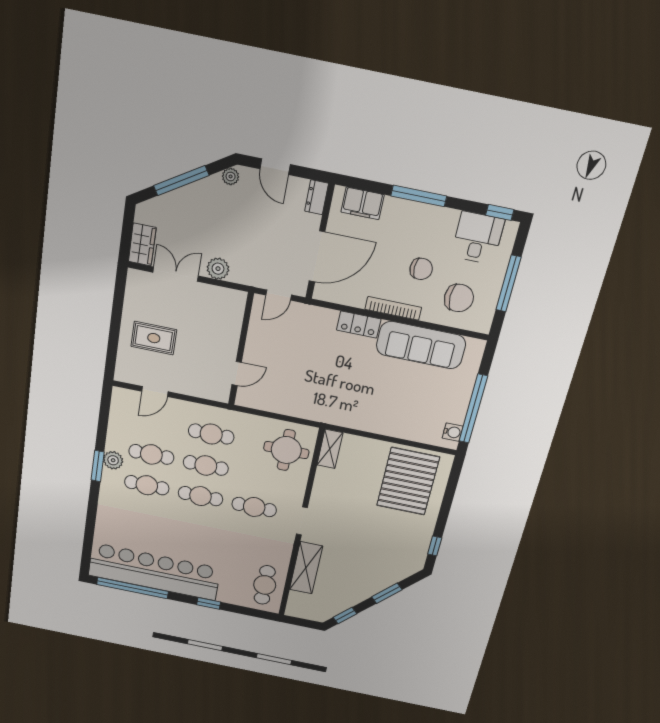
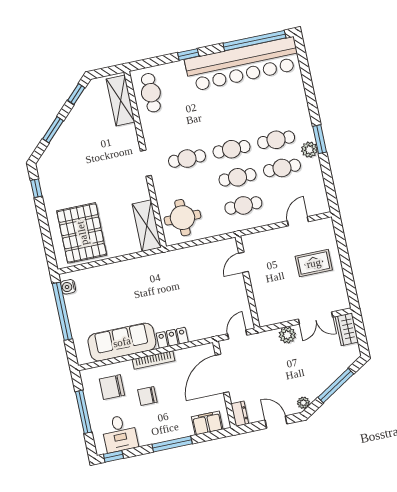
shelving: (330, 449) -> (147, 226), width x1.50, depth x1.33
shelving: (306, 568) -> (120, 101), moved

